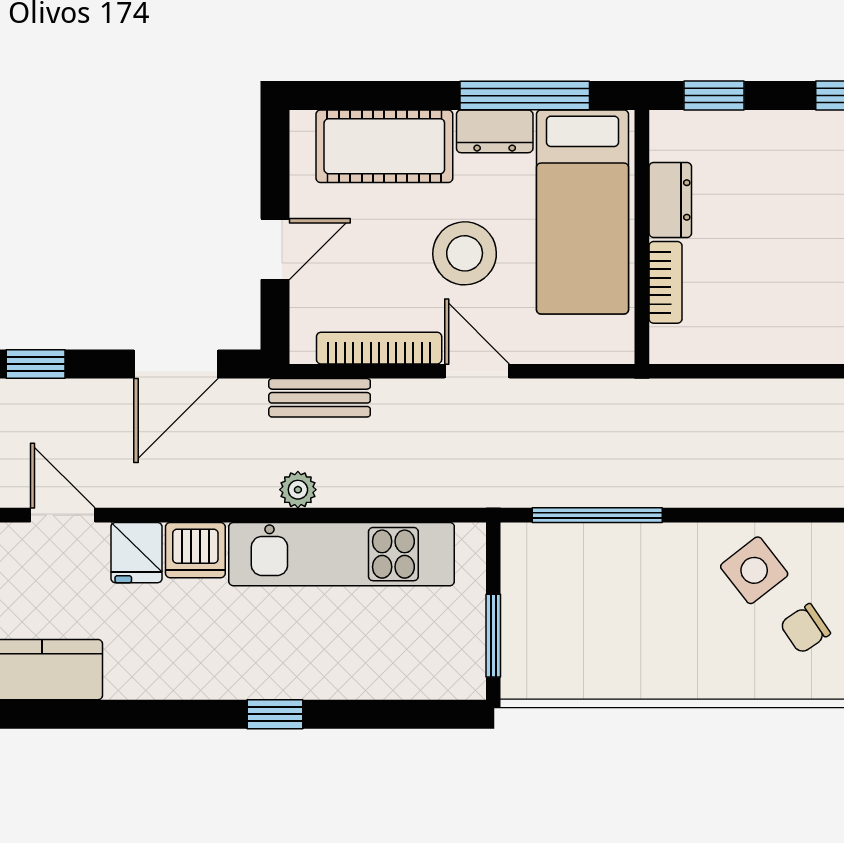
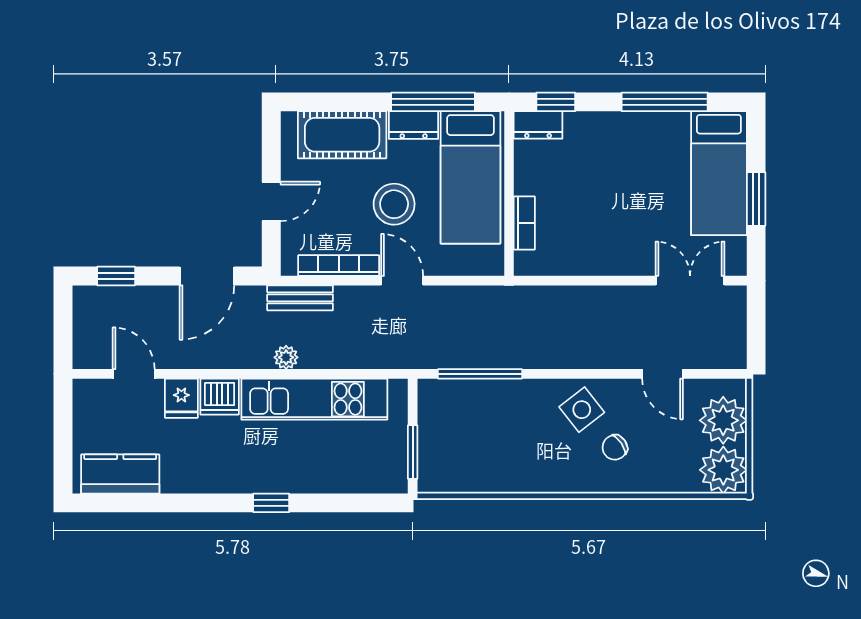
dresser: (670, 200) -> (538, 125), moved, turned 90

